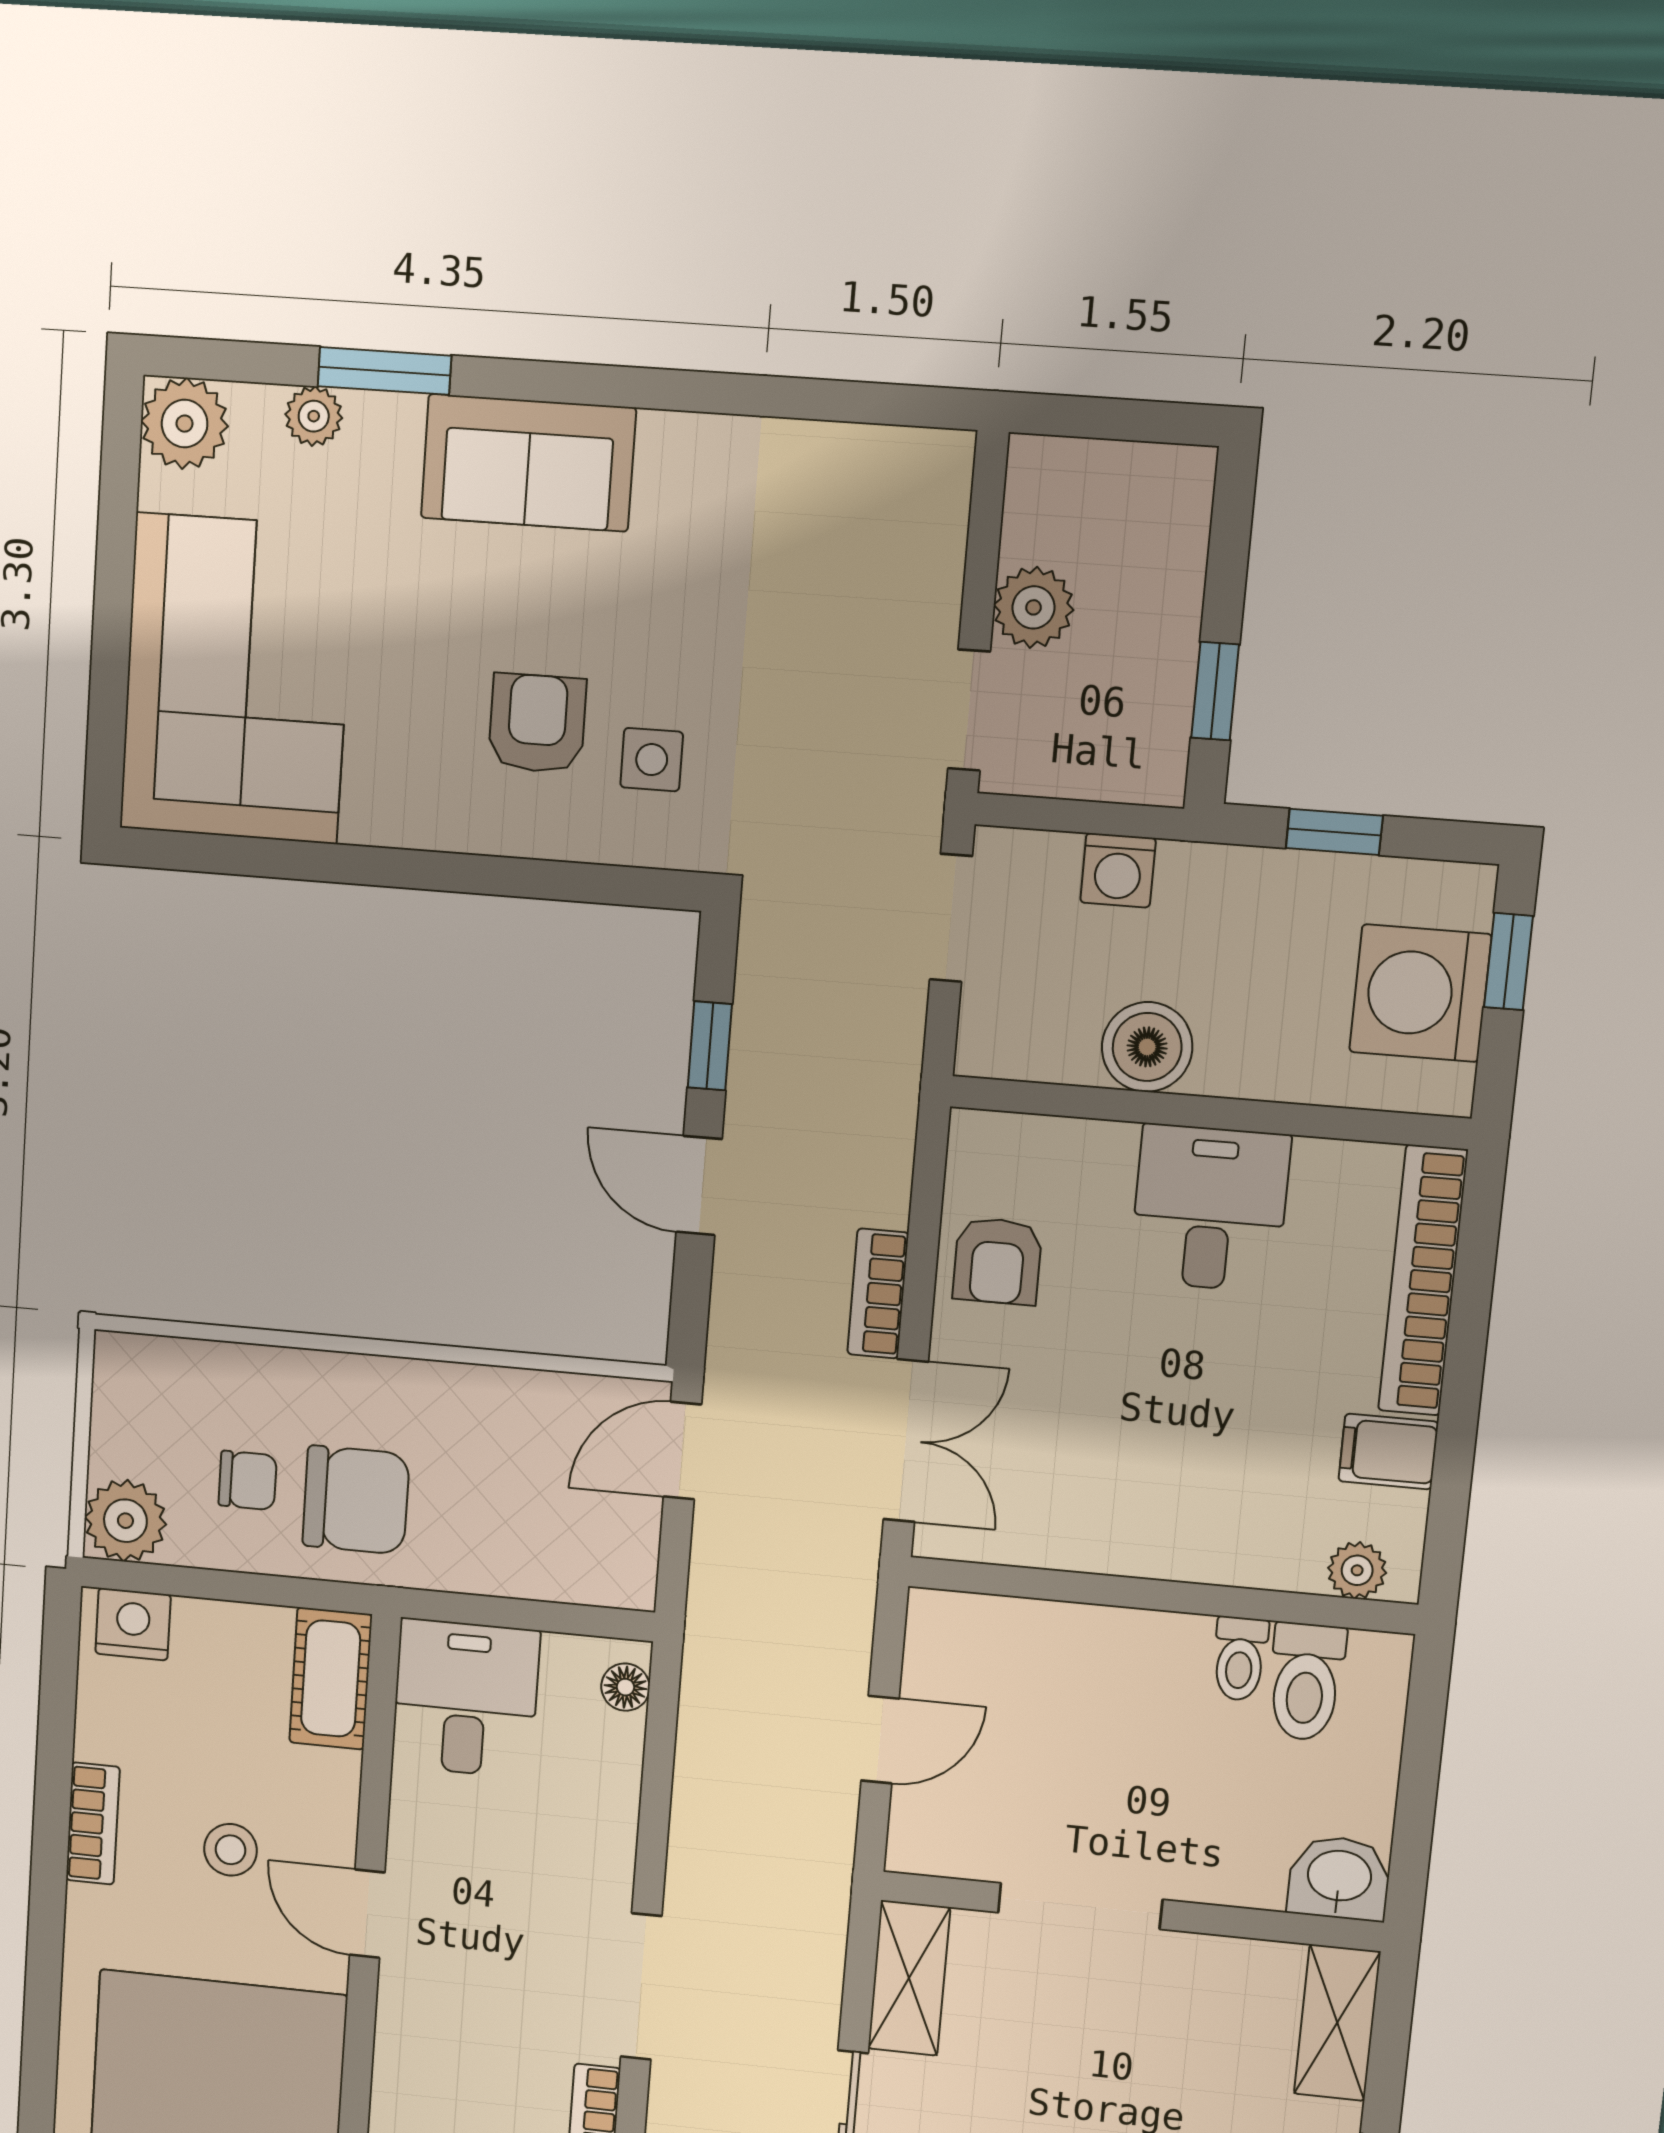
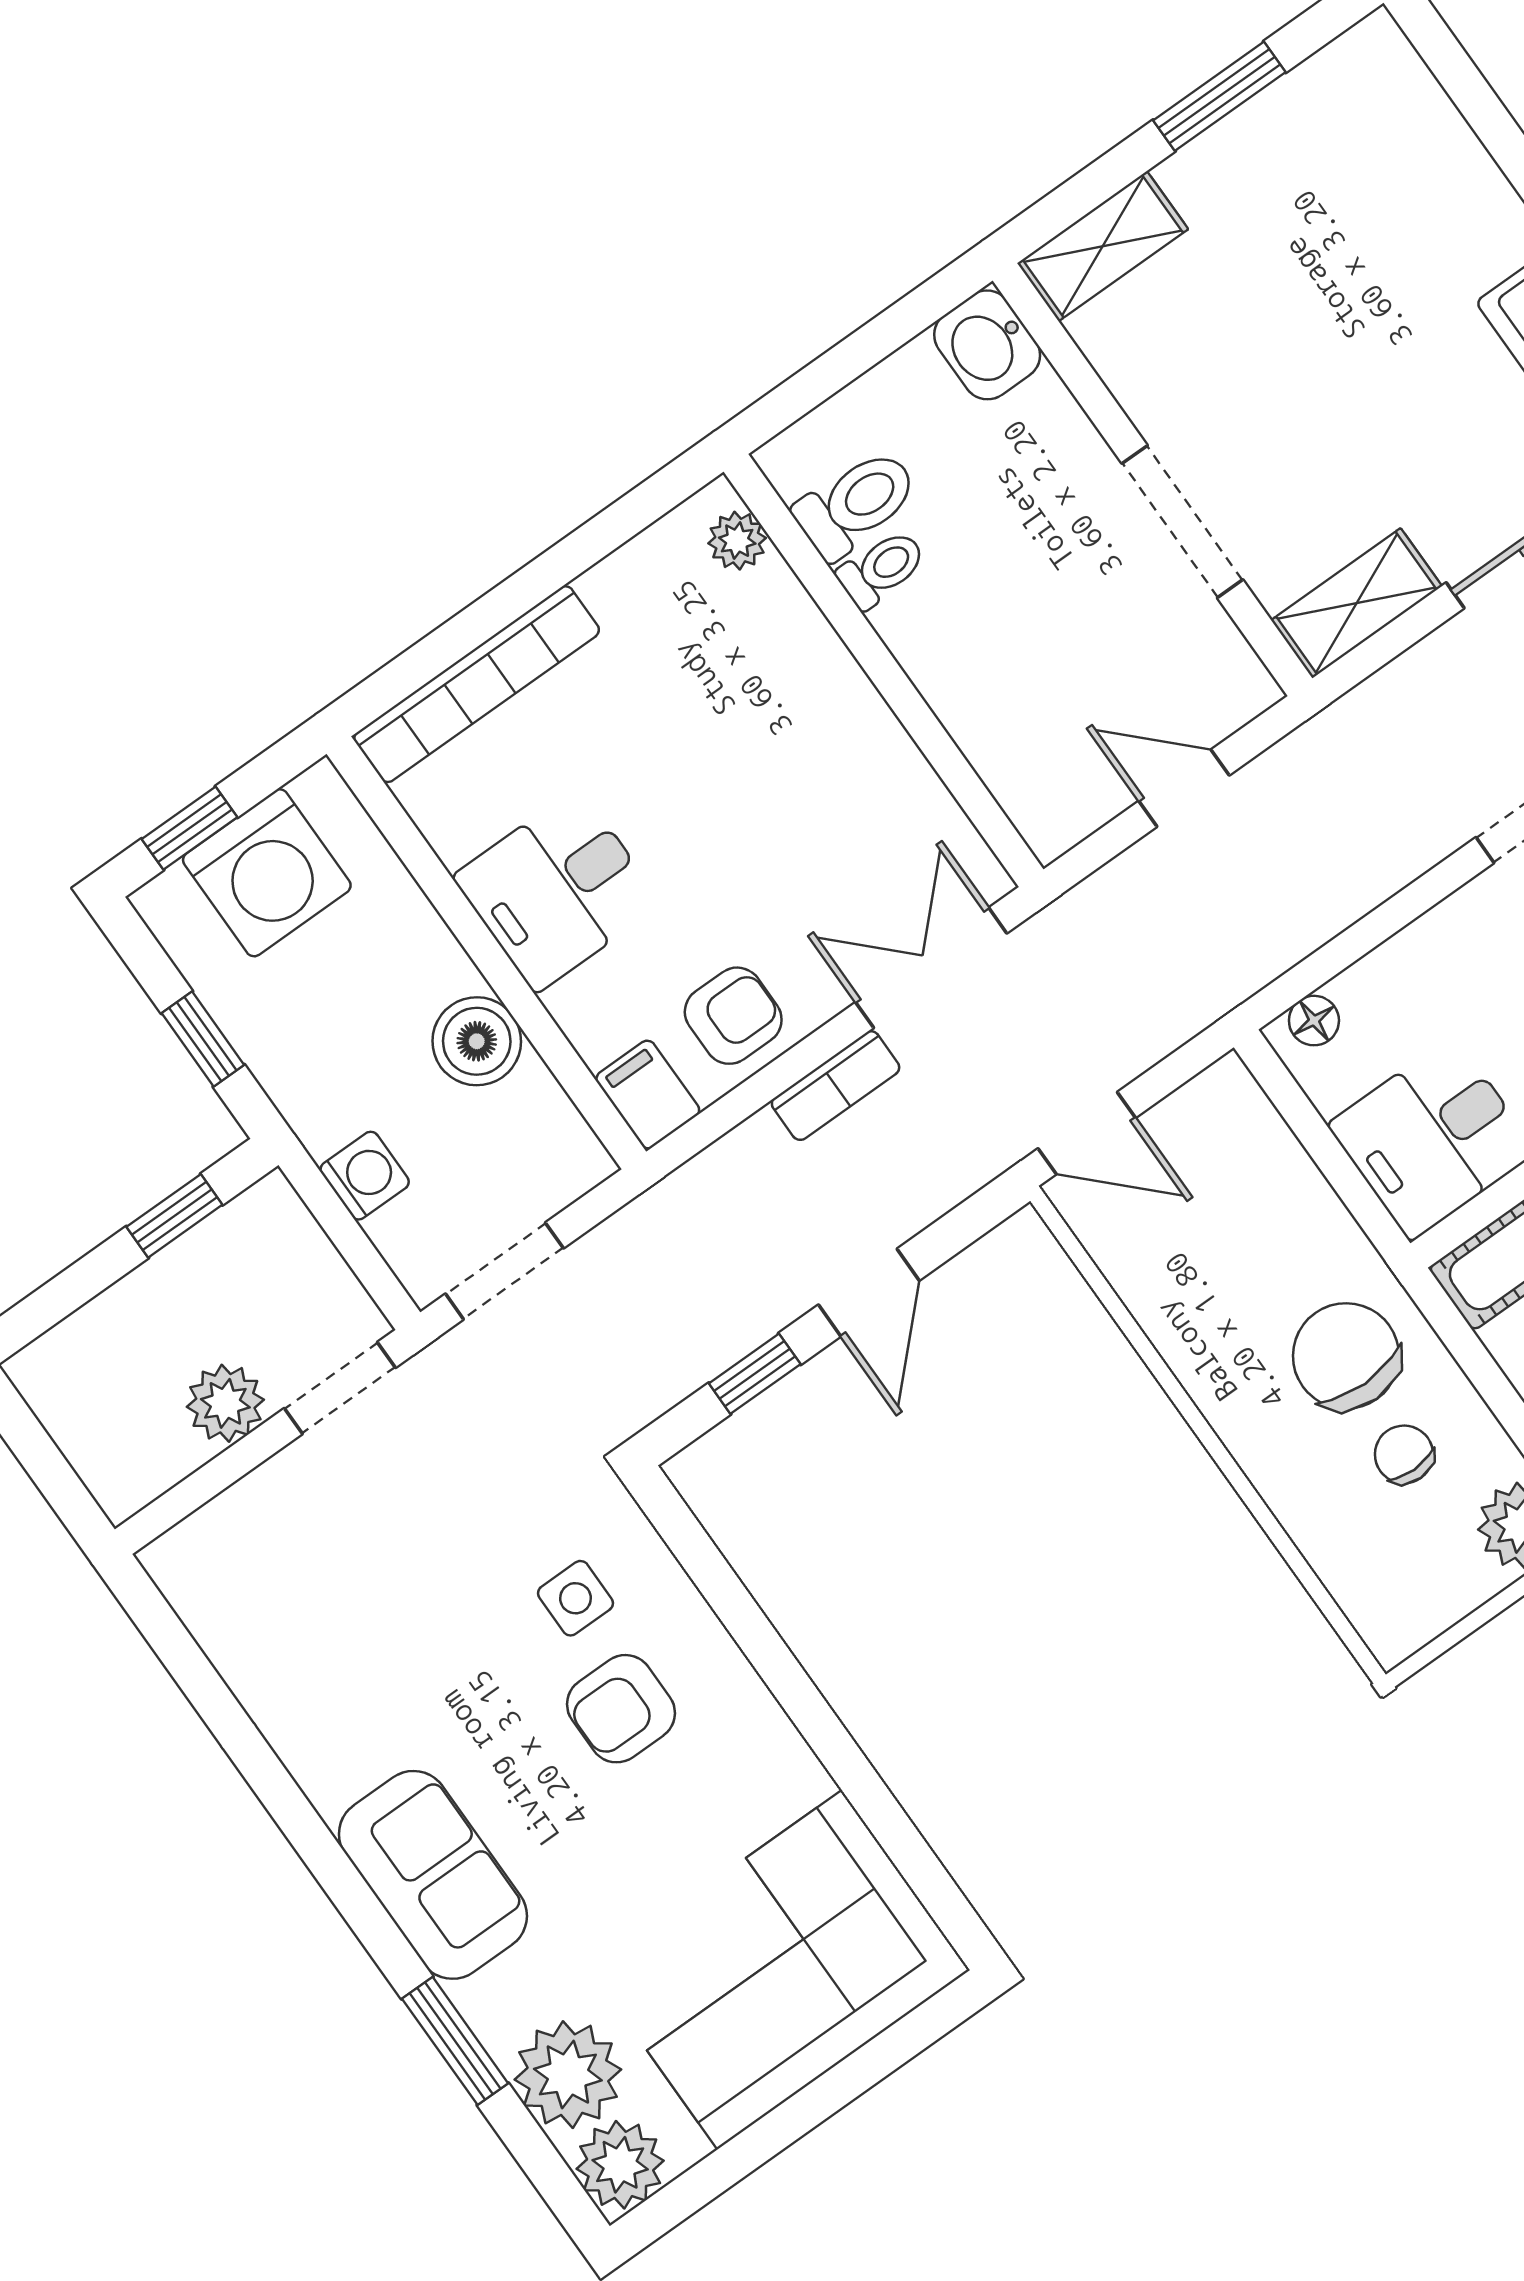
plant: (314, 416) -> (568, 2075), width x1.87, depth x1.87
filing cabinet: (1388, 1451) -> (648, 1095), moved, turned 180

